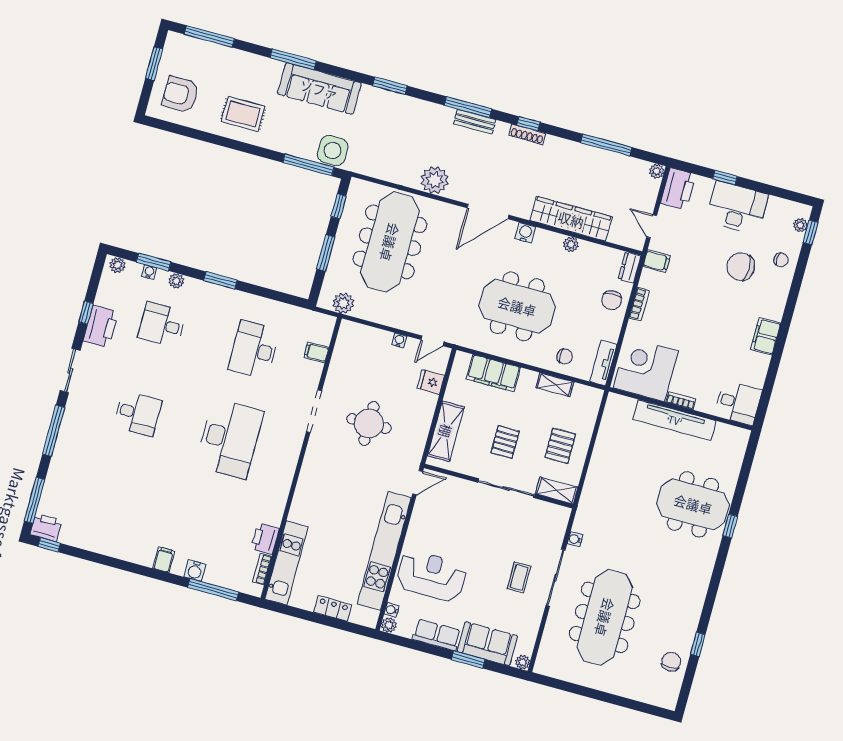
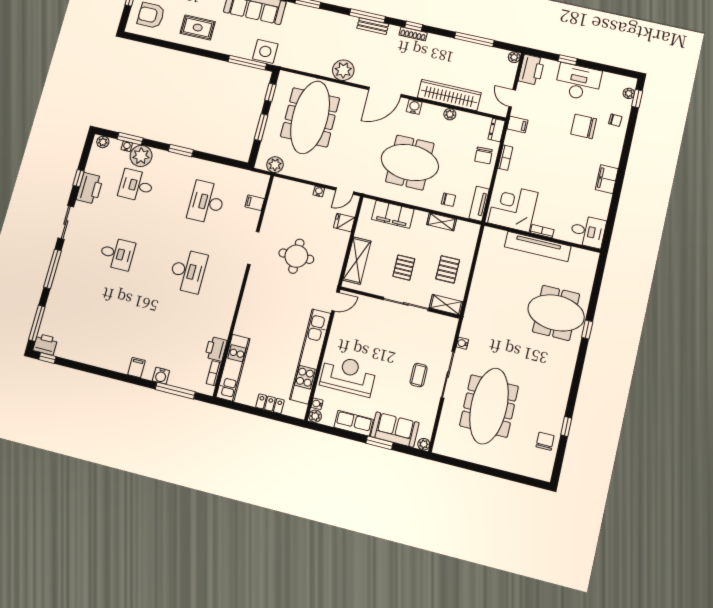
plant: (176, 281) -> (141, 156), width x1.88, depth x1.88
desk: (230, 439) -> (188, 271), width x0.73, depth x0.77

